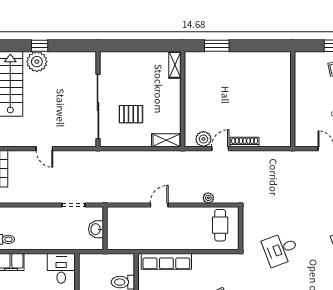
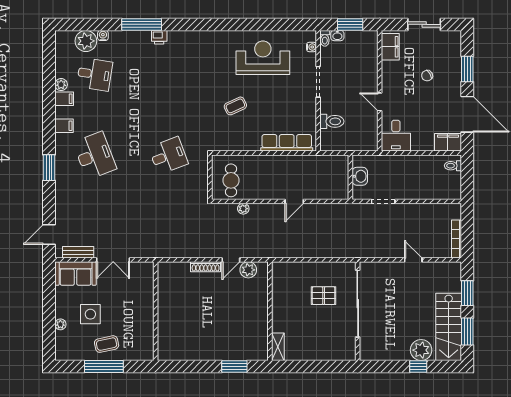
shelving: (166, 140) -> (287, 268), removed

